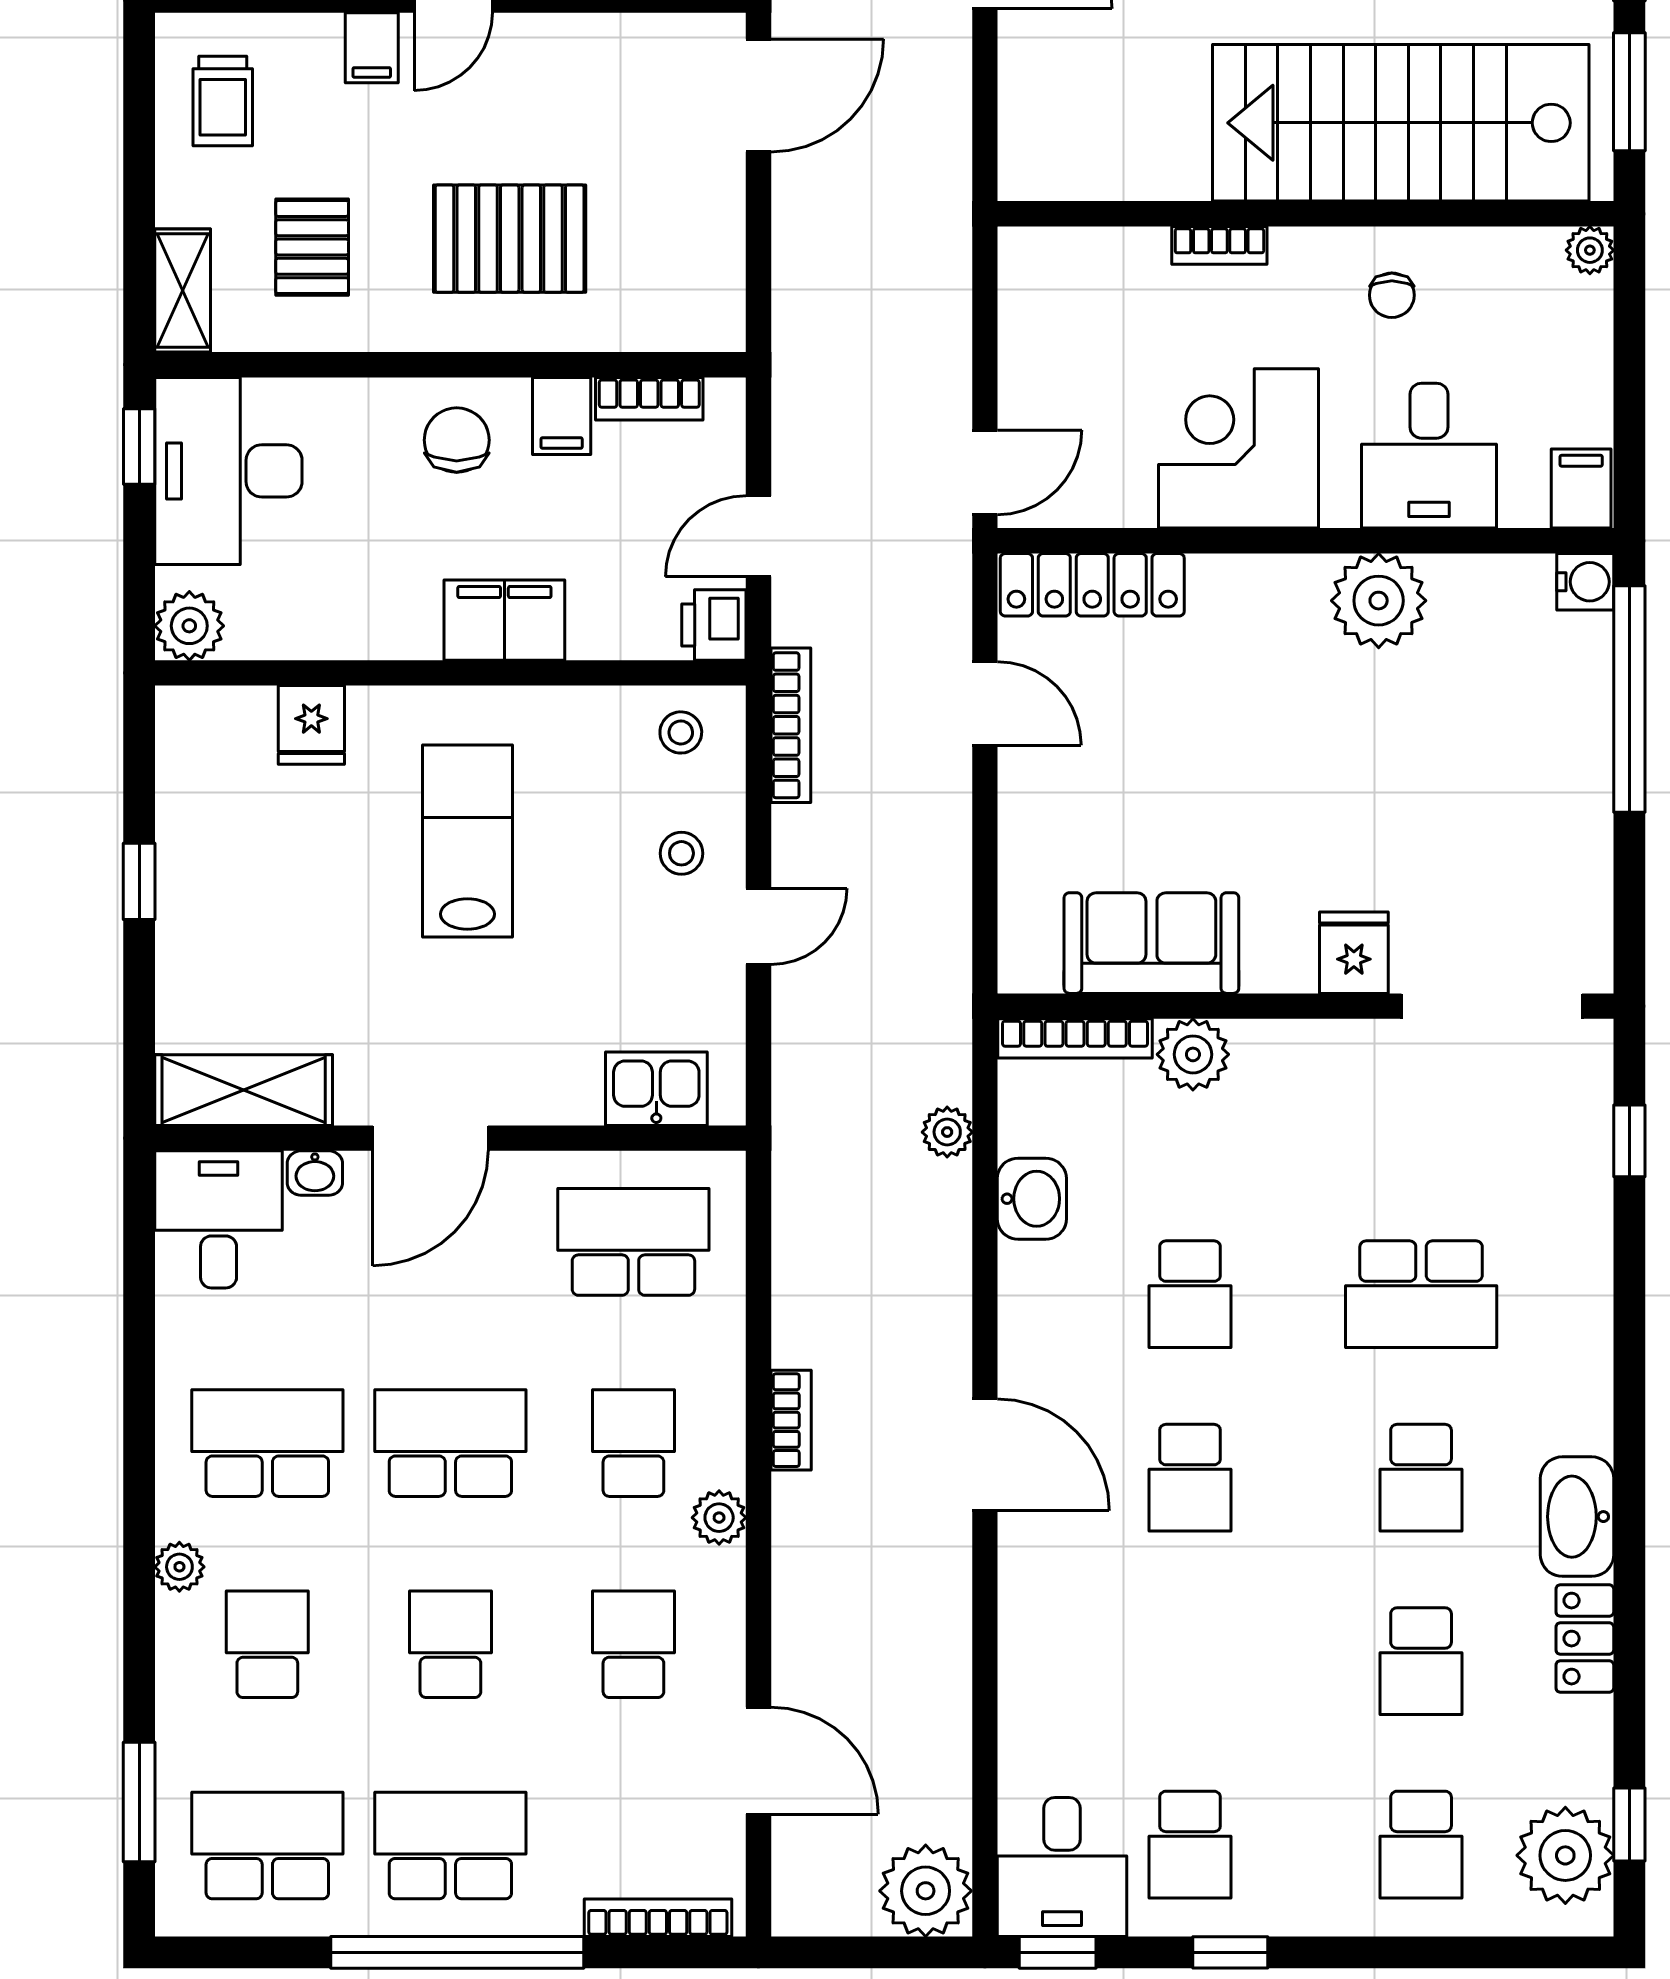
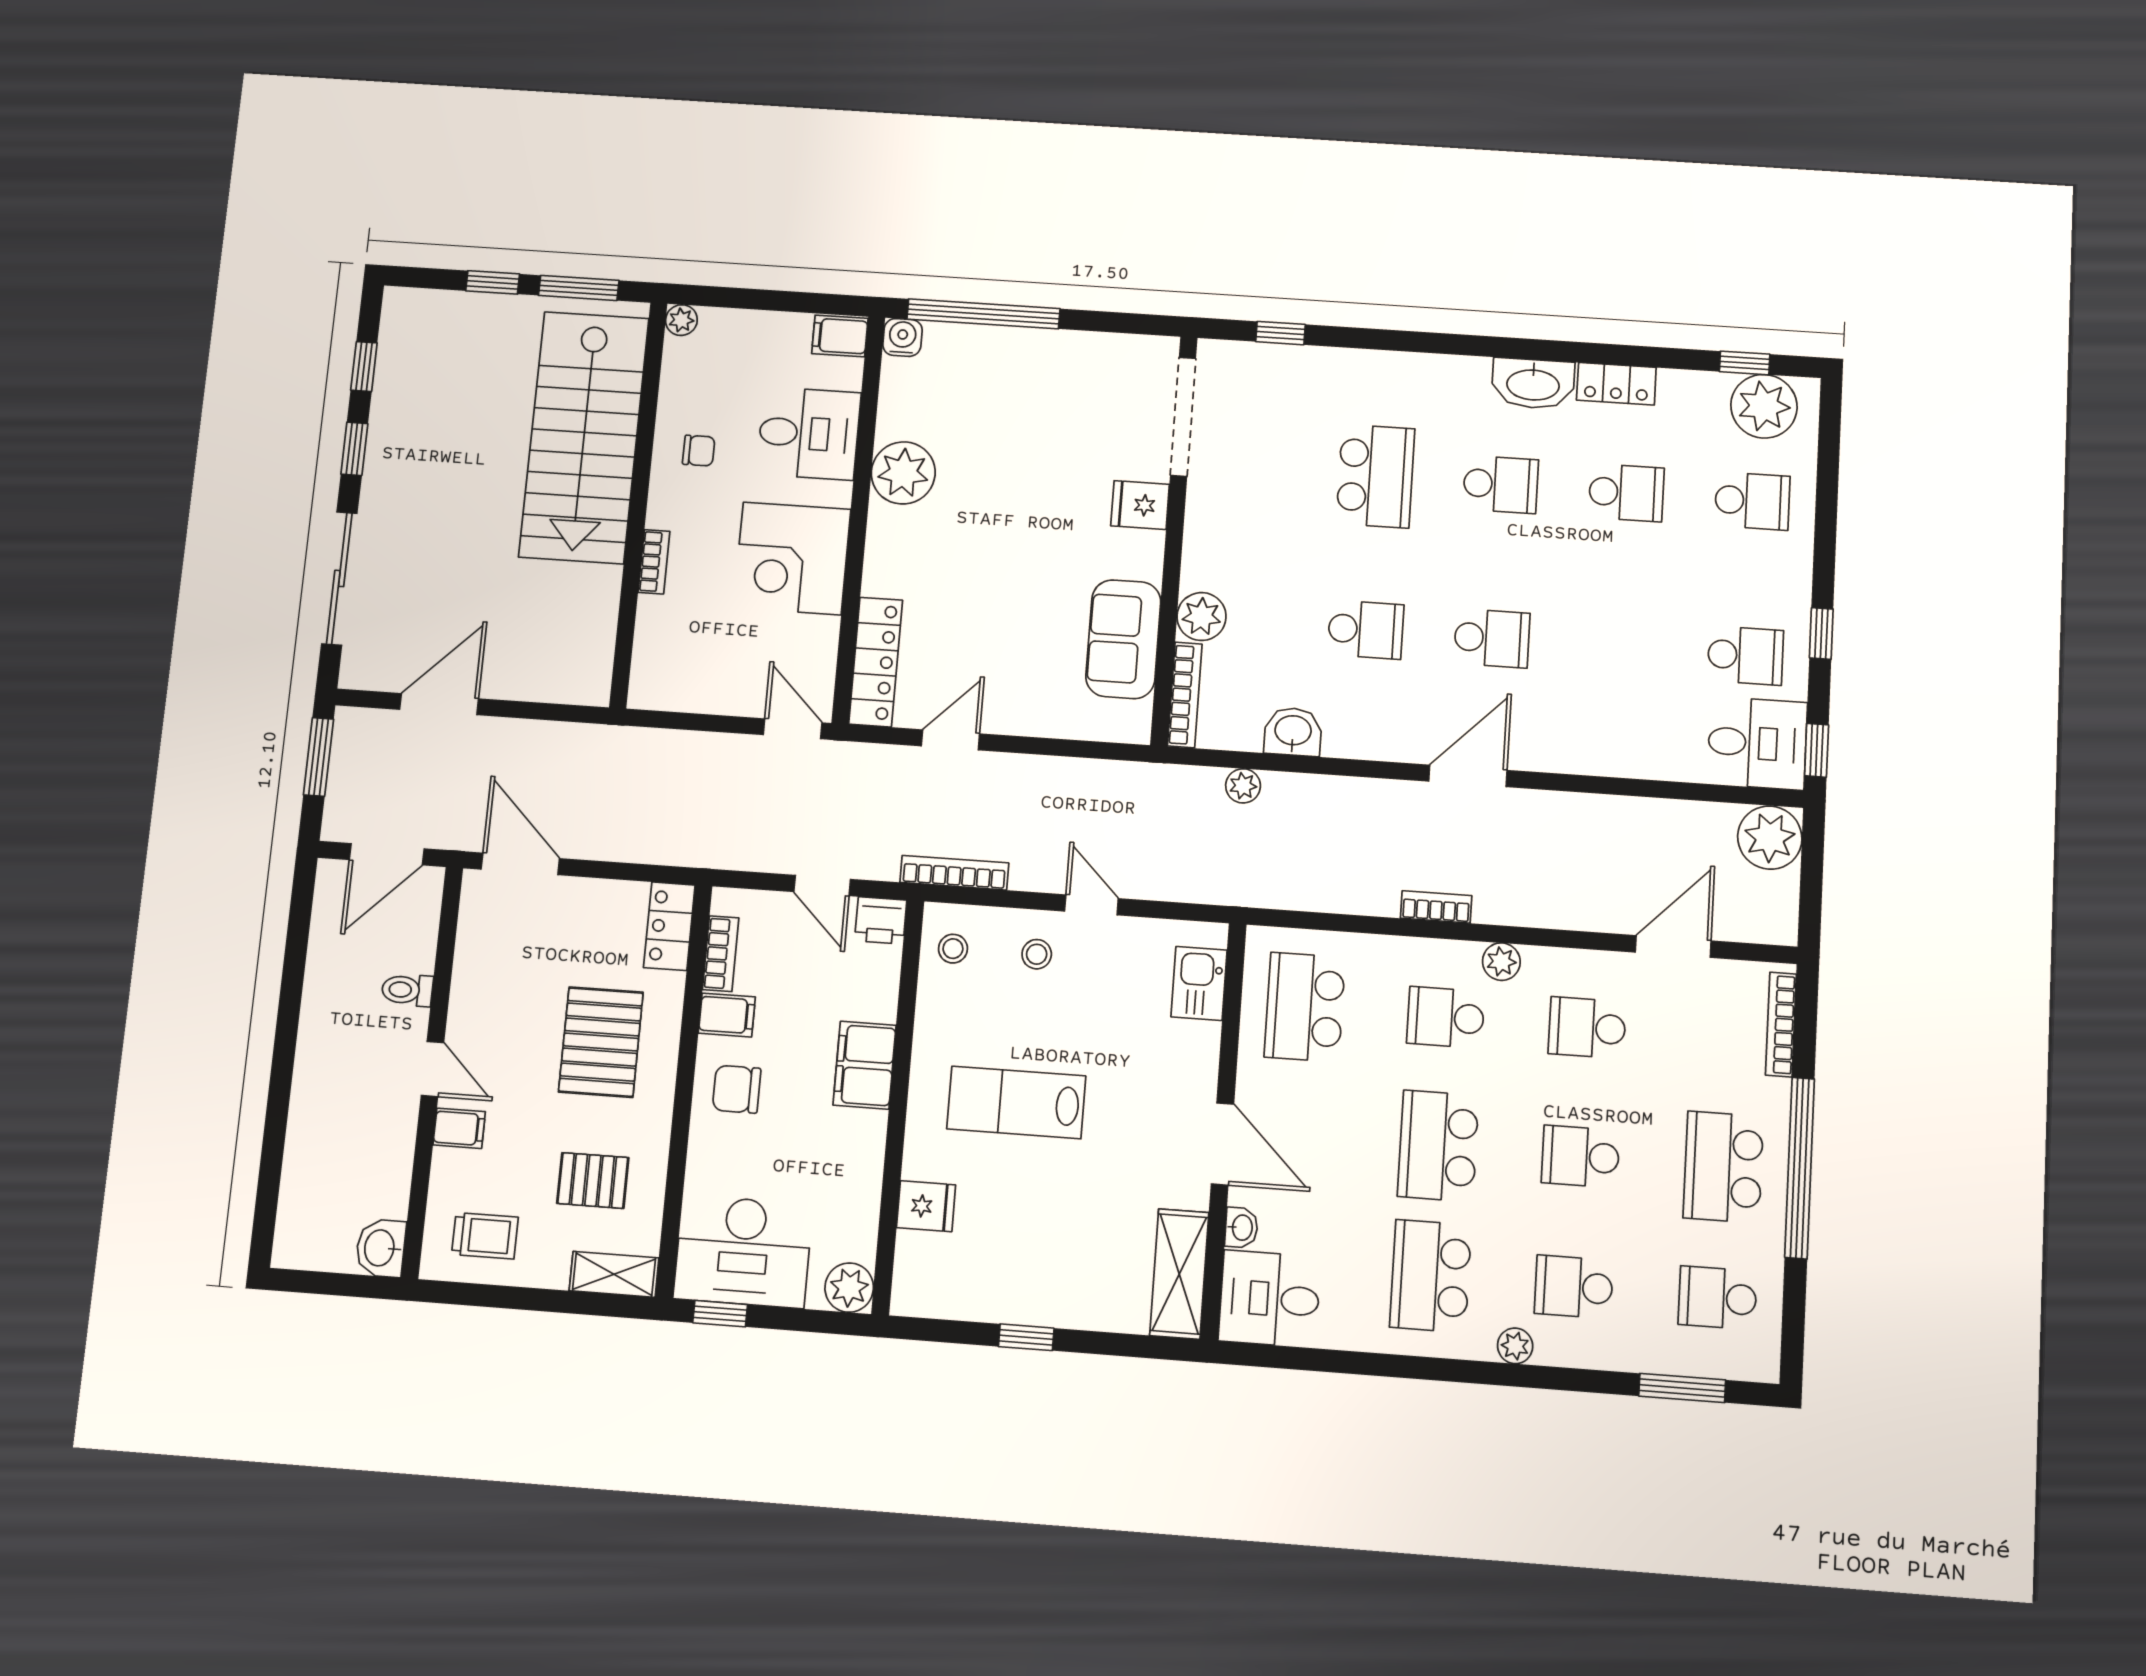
locker: (684, 321) -> (669, 926), added
school desk: (267, 1845) -> (1718, 1298), width x0.54

